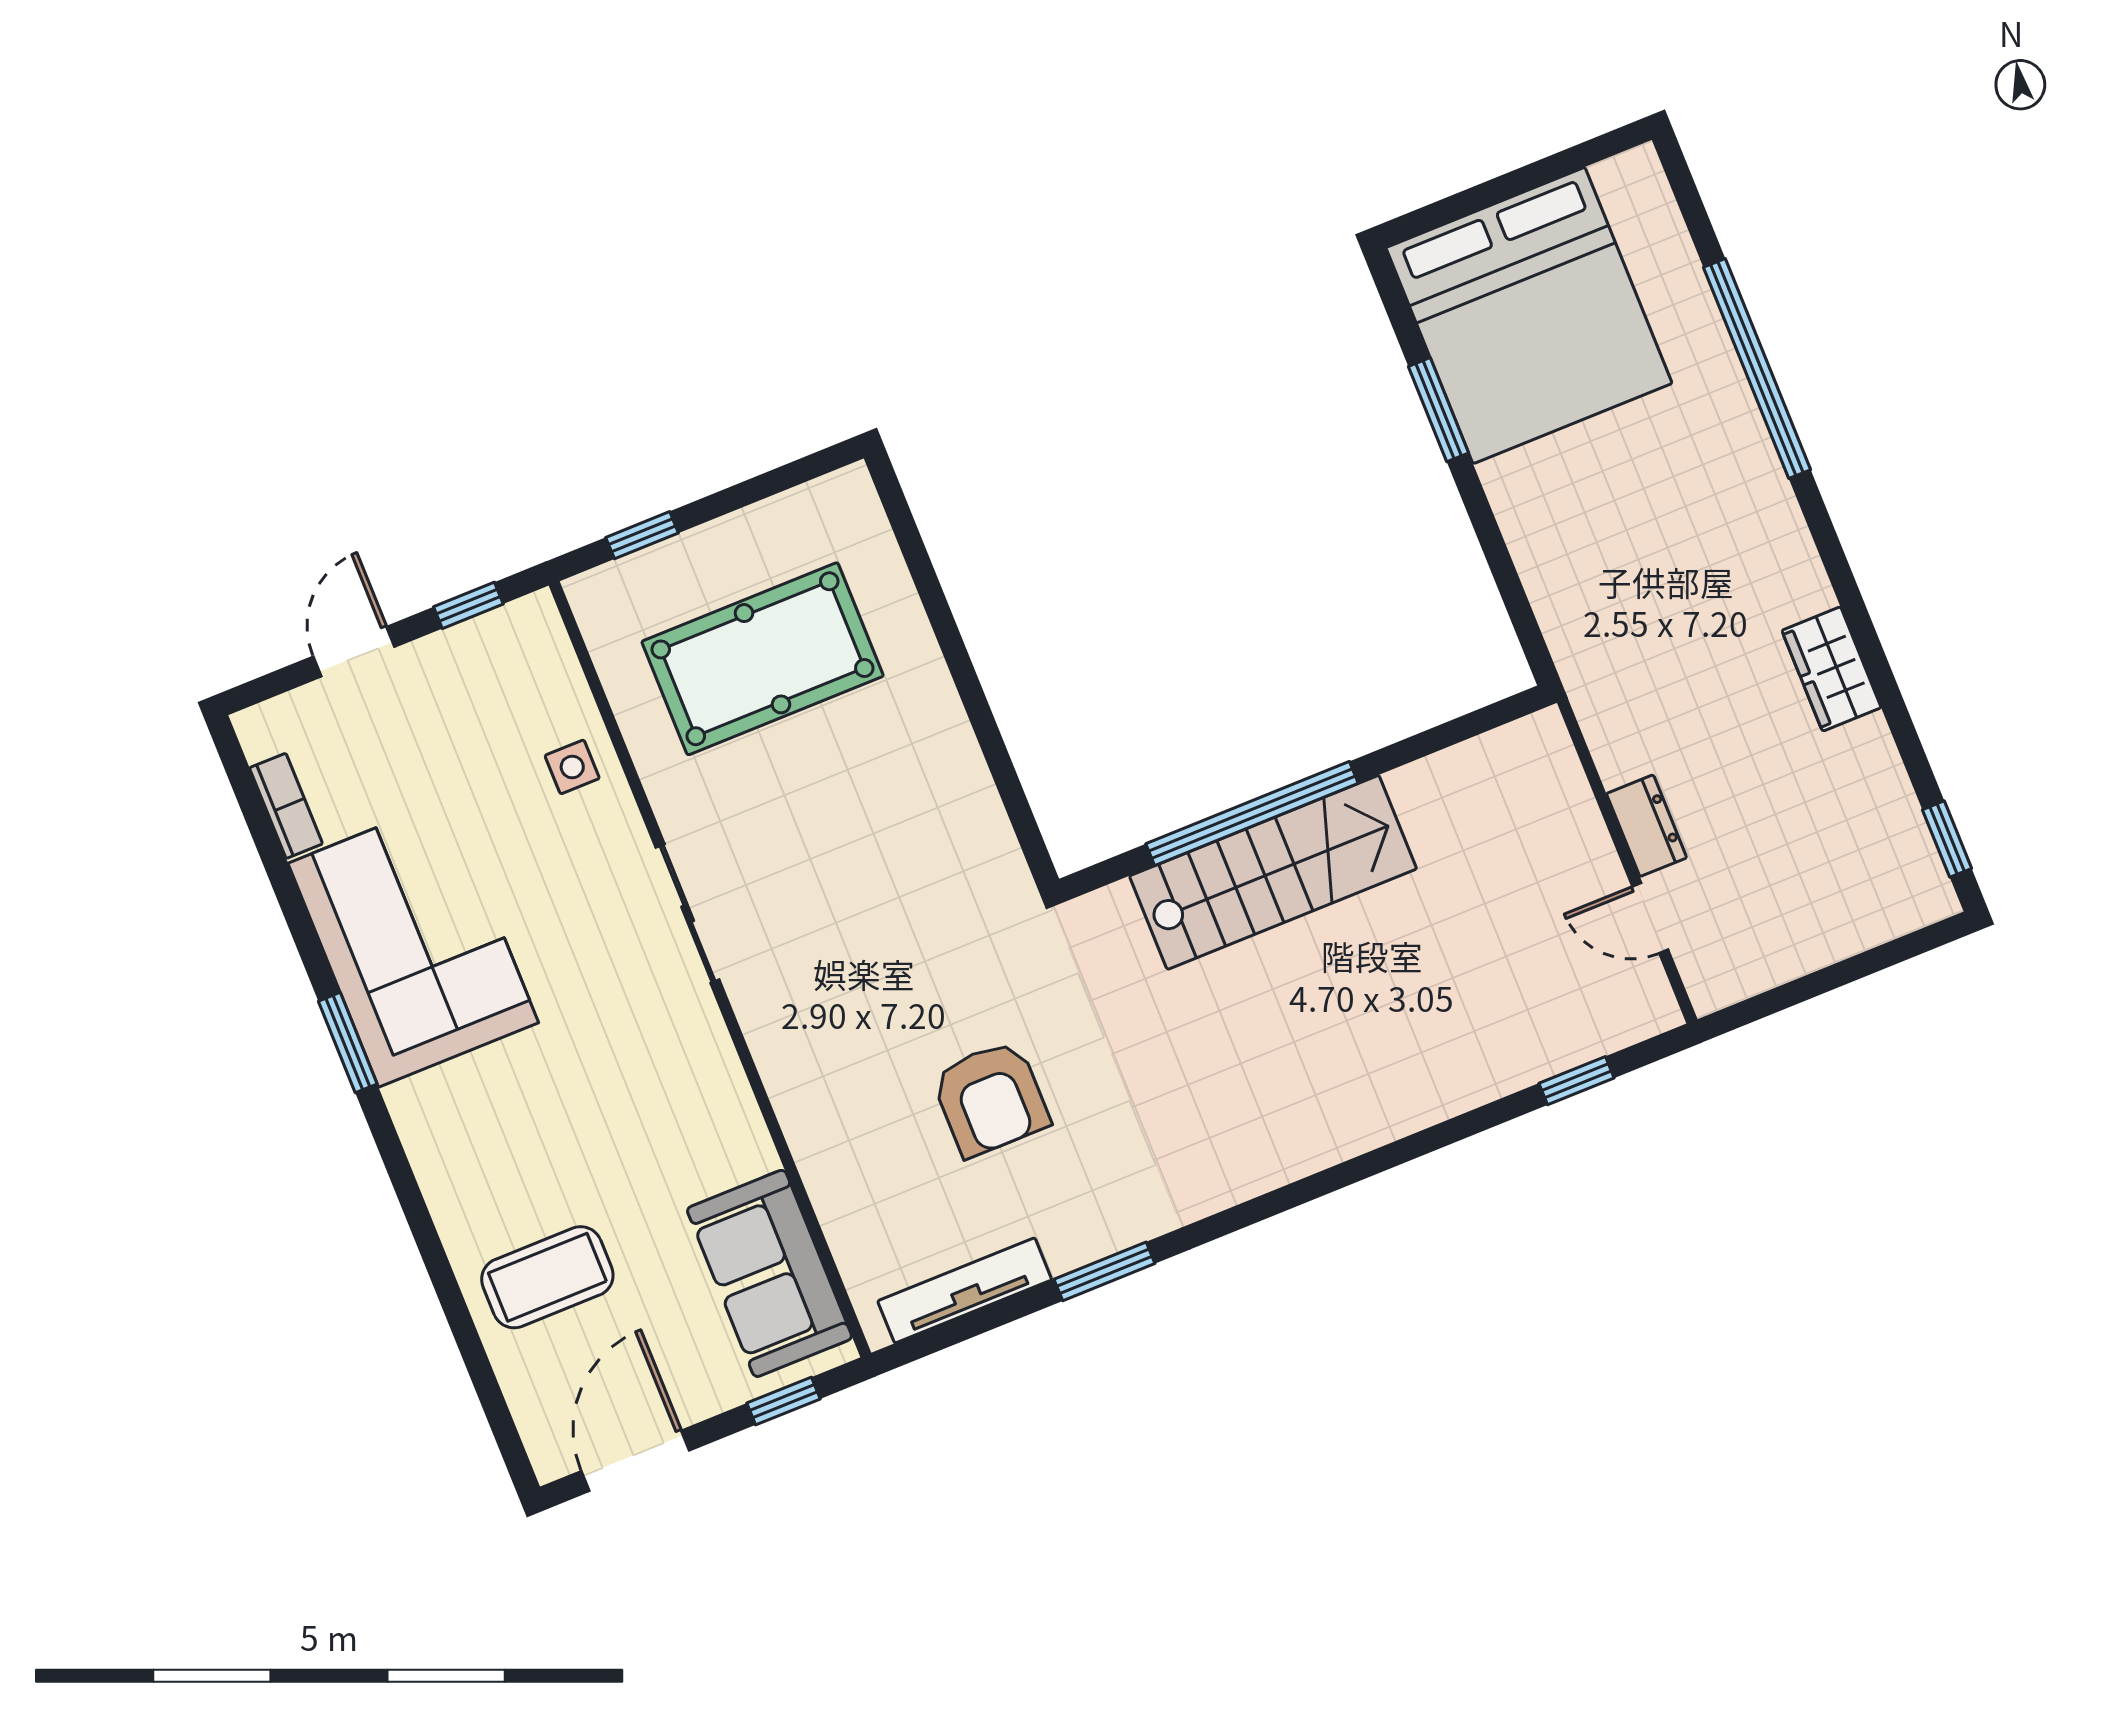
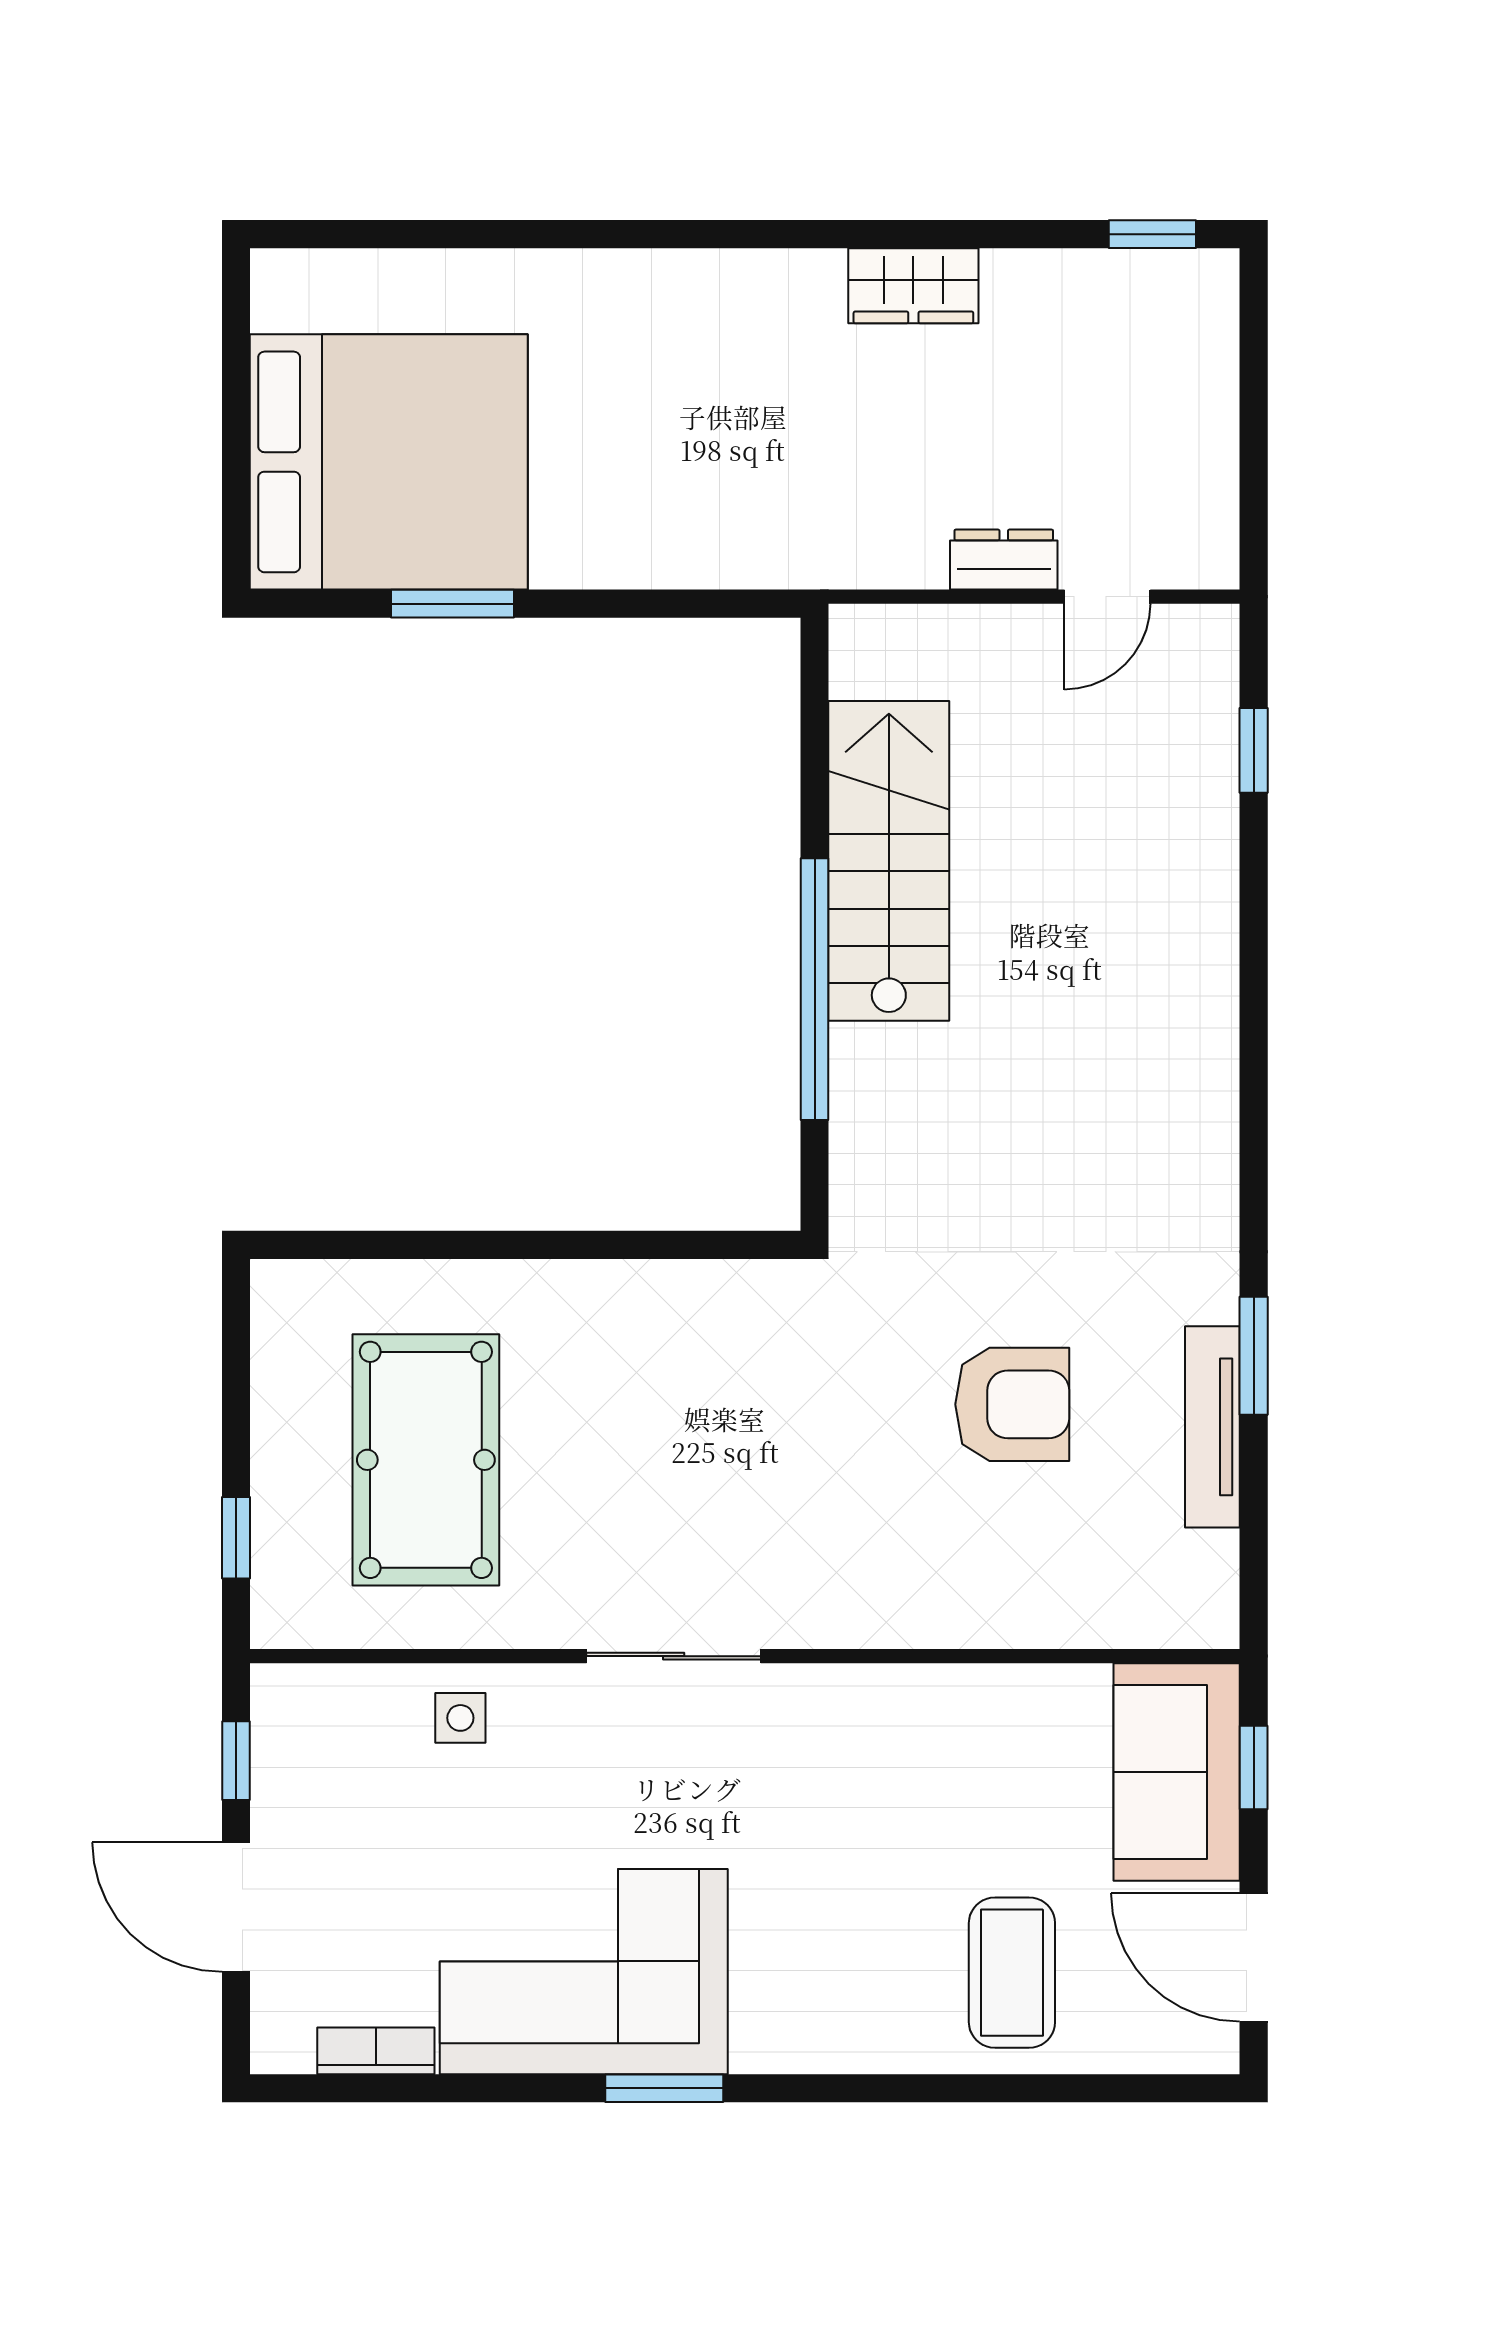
window: (1757, 369) -> (549, 234), removed
door: (354, 652) -> (236, 1907), width x1.38
stairs: (1273, 872) -> (889, 861), moved
sofa: (769, 1273) -> (1177, 1772), moved, turned 90
tv unit: (965, 1290) -> (1212, 1427), moved

